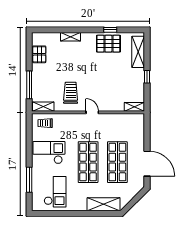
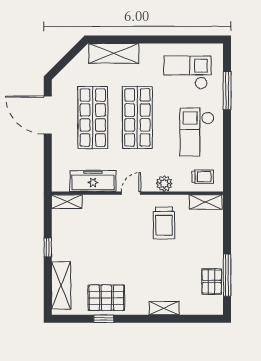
window: (29, 85) -> (227, 275), moved
door: (92, 112) -> (131, 193), swing flipped
plant: (70, 119) -> (164, 183), added
freezer: (117, 120) -> (93, 181), added
checkout: (49, 153) -> (197, 132), turned 90
checkout: (55, 192) -> (187, 72), turned 90

